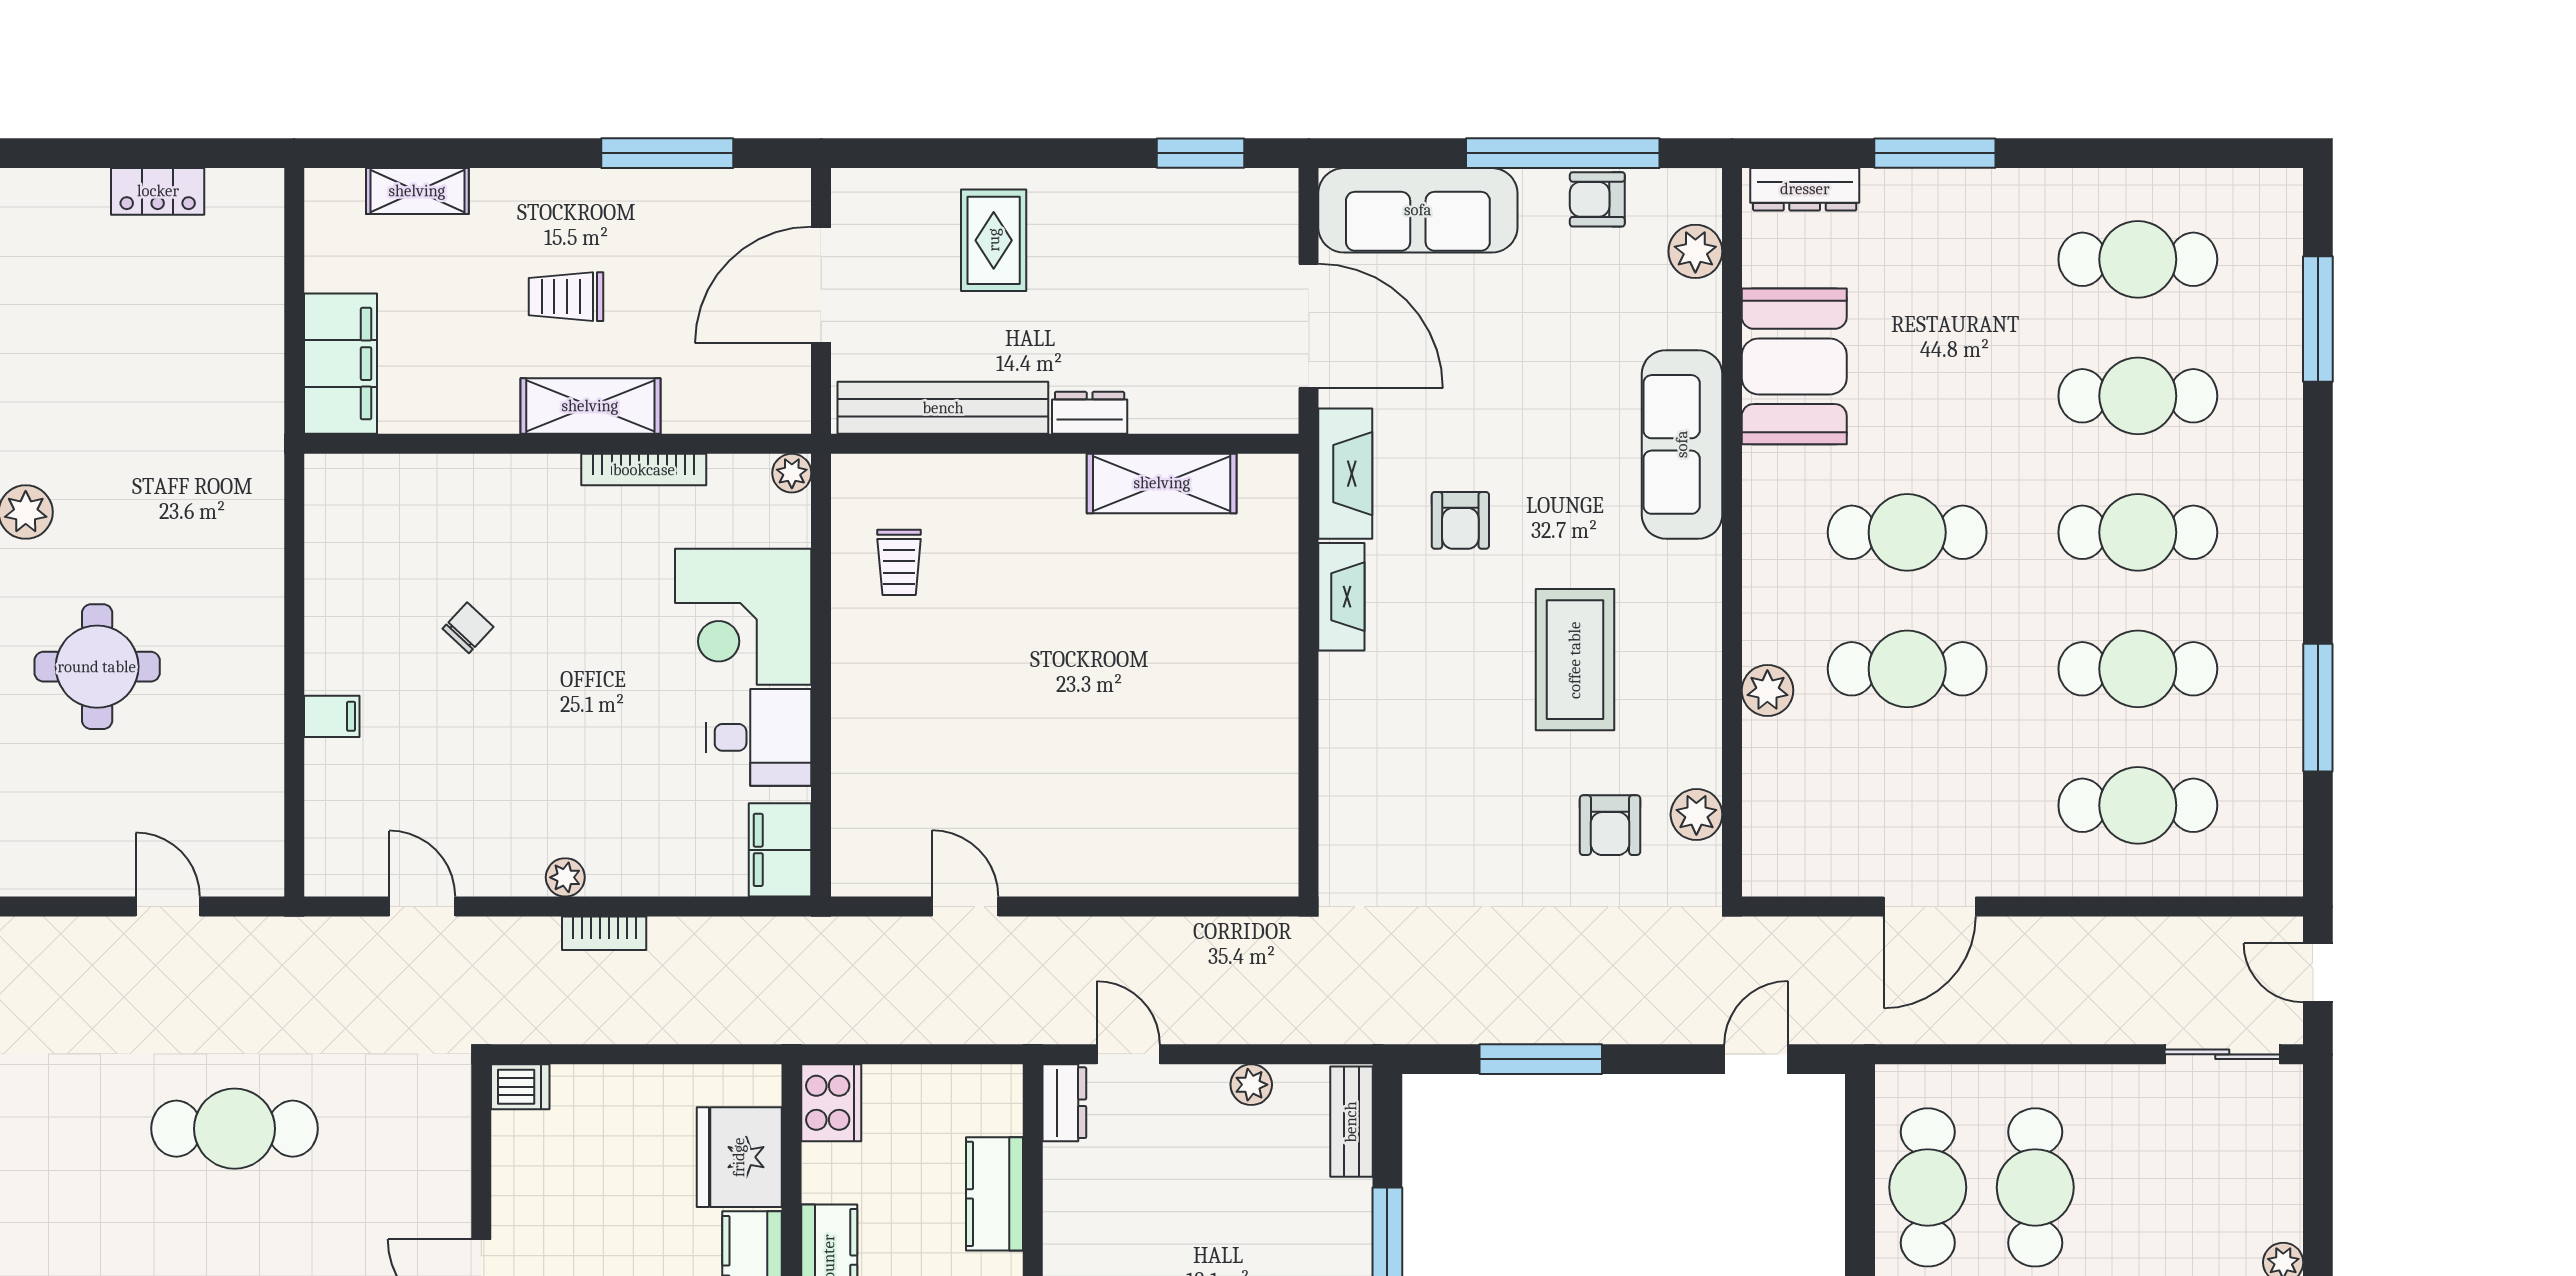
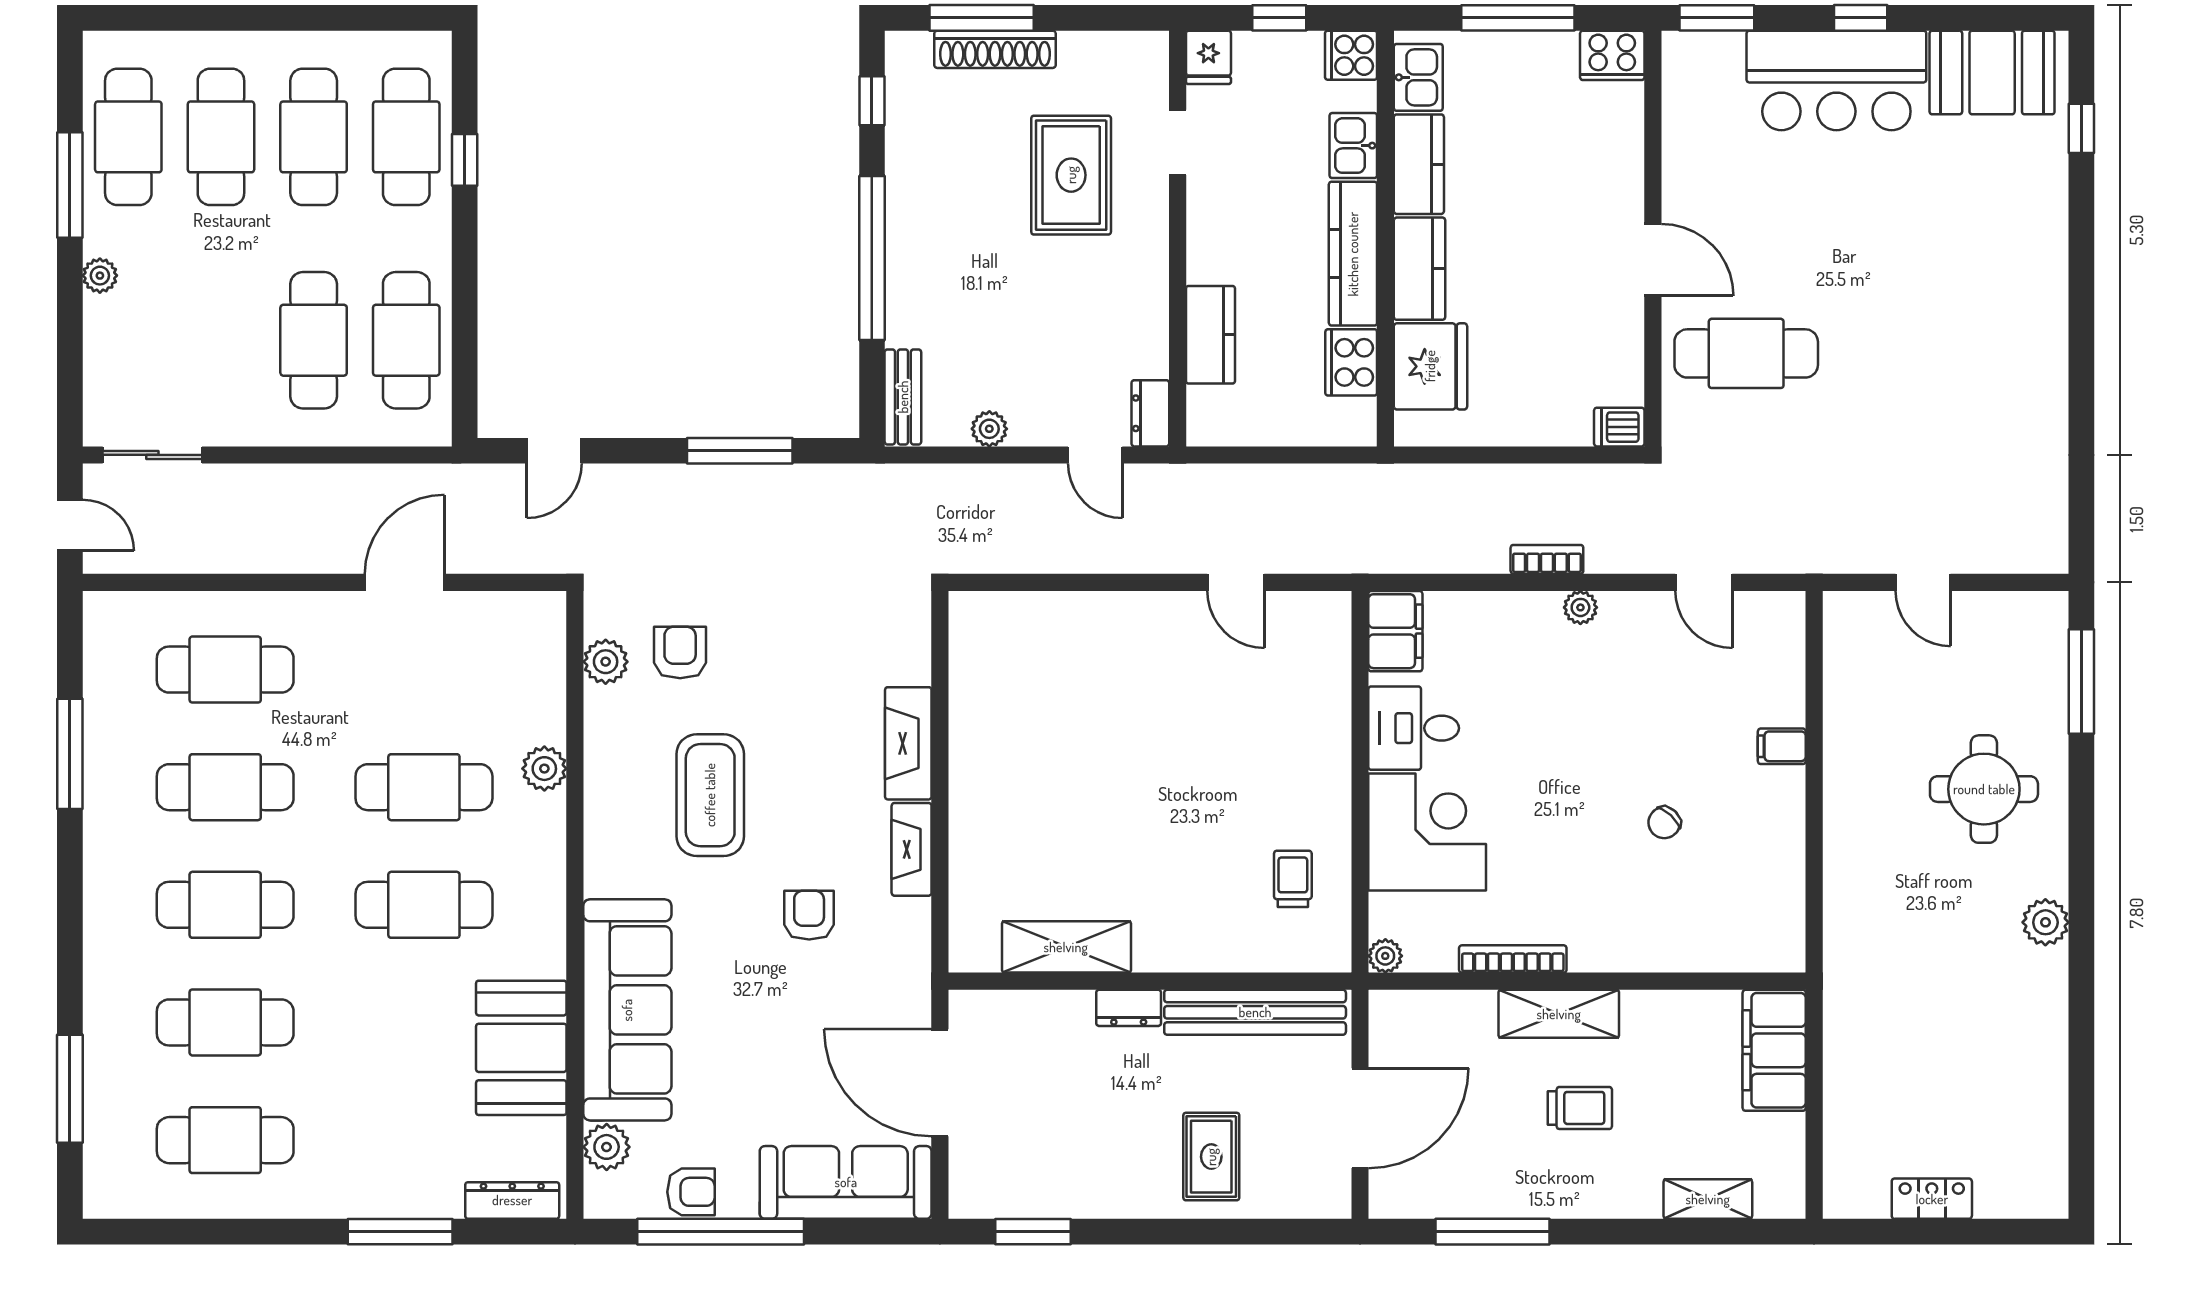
sofa: (1682, 444) -> (627, 1010), width x1.36, depth x1.27
fireplace: (1345, 474) -> (908, 743), moved
cooker: (831, 1103) -> (1351, 362), moved
cafe table: (234, 1129) -> (1746, 353), moved

